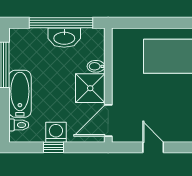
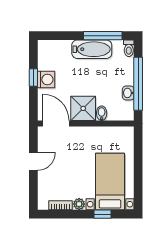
washbasin: (64, 38) -> (128, 93), width x0.52, depth x0.69
bathtub: (20, 94) -> (92, 49), moved
toilet: (19, 125) -> (129, 48), moved

